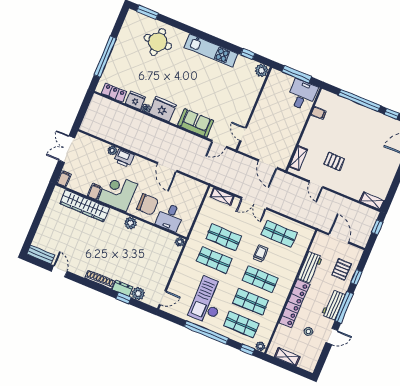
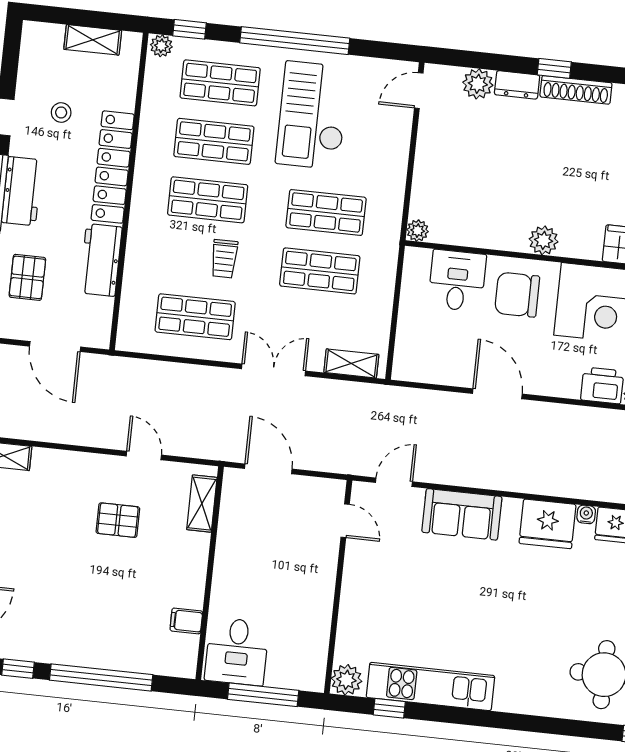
kitchen unit: (211, 50) -> (430, 687), moved
window: (123, 298) -> (554, 68), moved
checkout: (208, 301) -> (312, 115), turned 180

